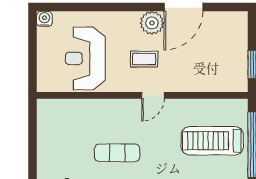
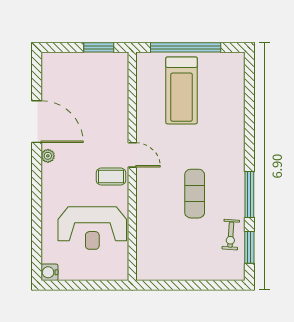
plant: (152, 23) -> (48, 156), width x0.53, depth x0.53
coffee table: (144, 59) -> (111, 176), moved, turned 90

